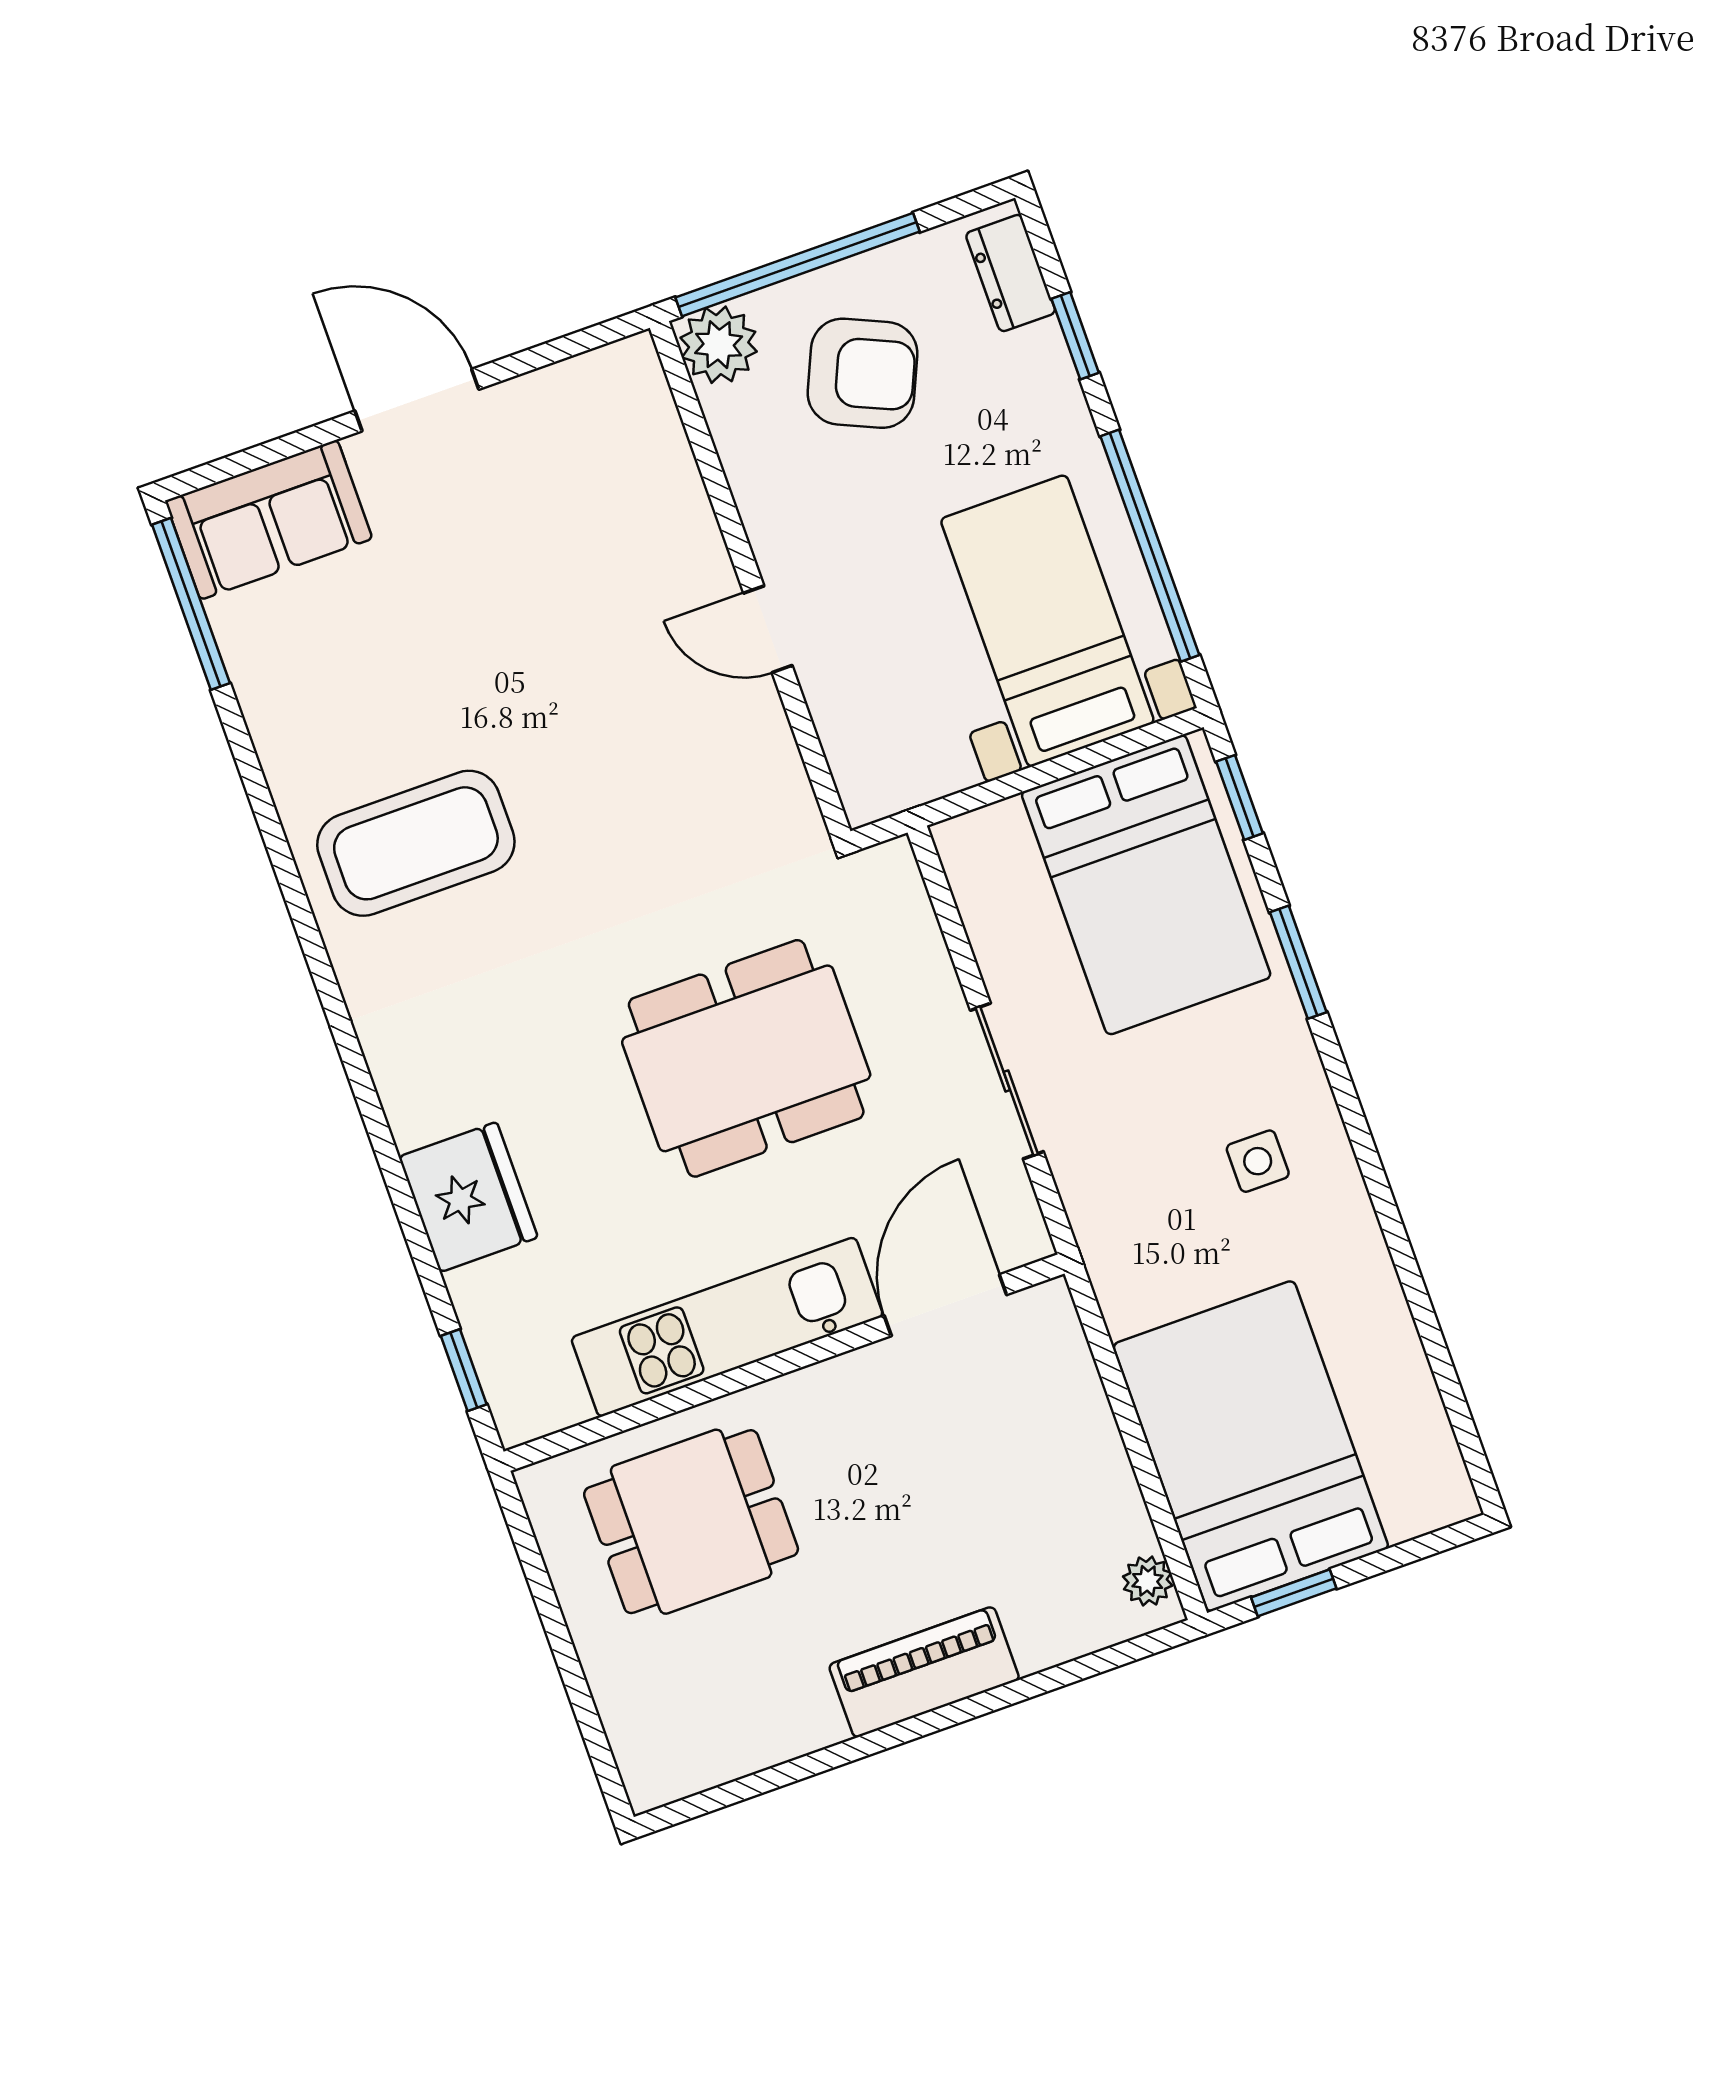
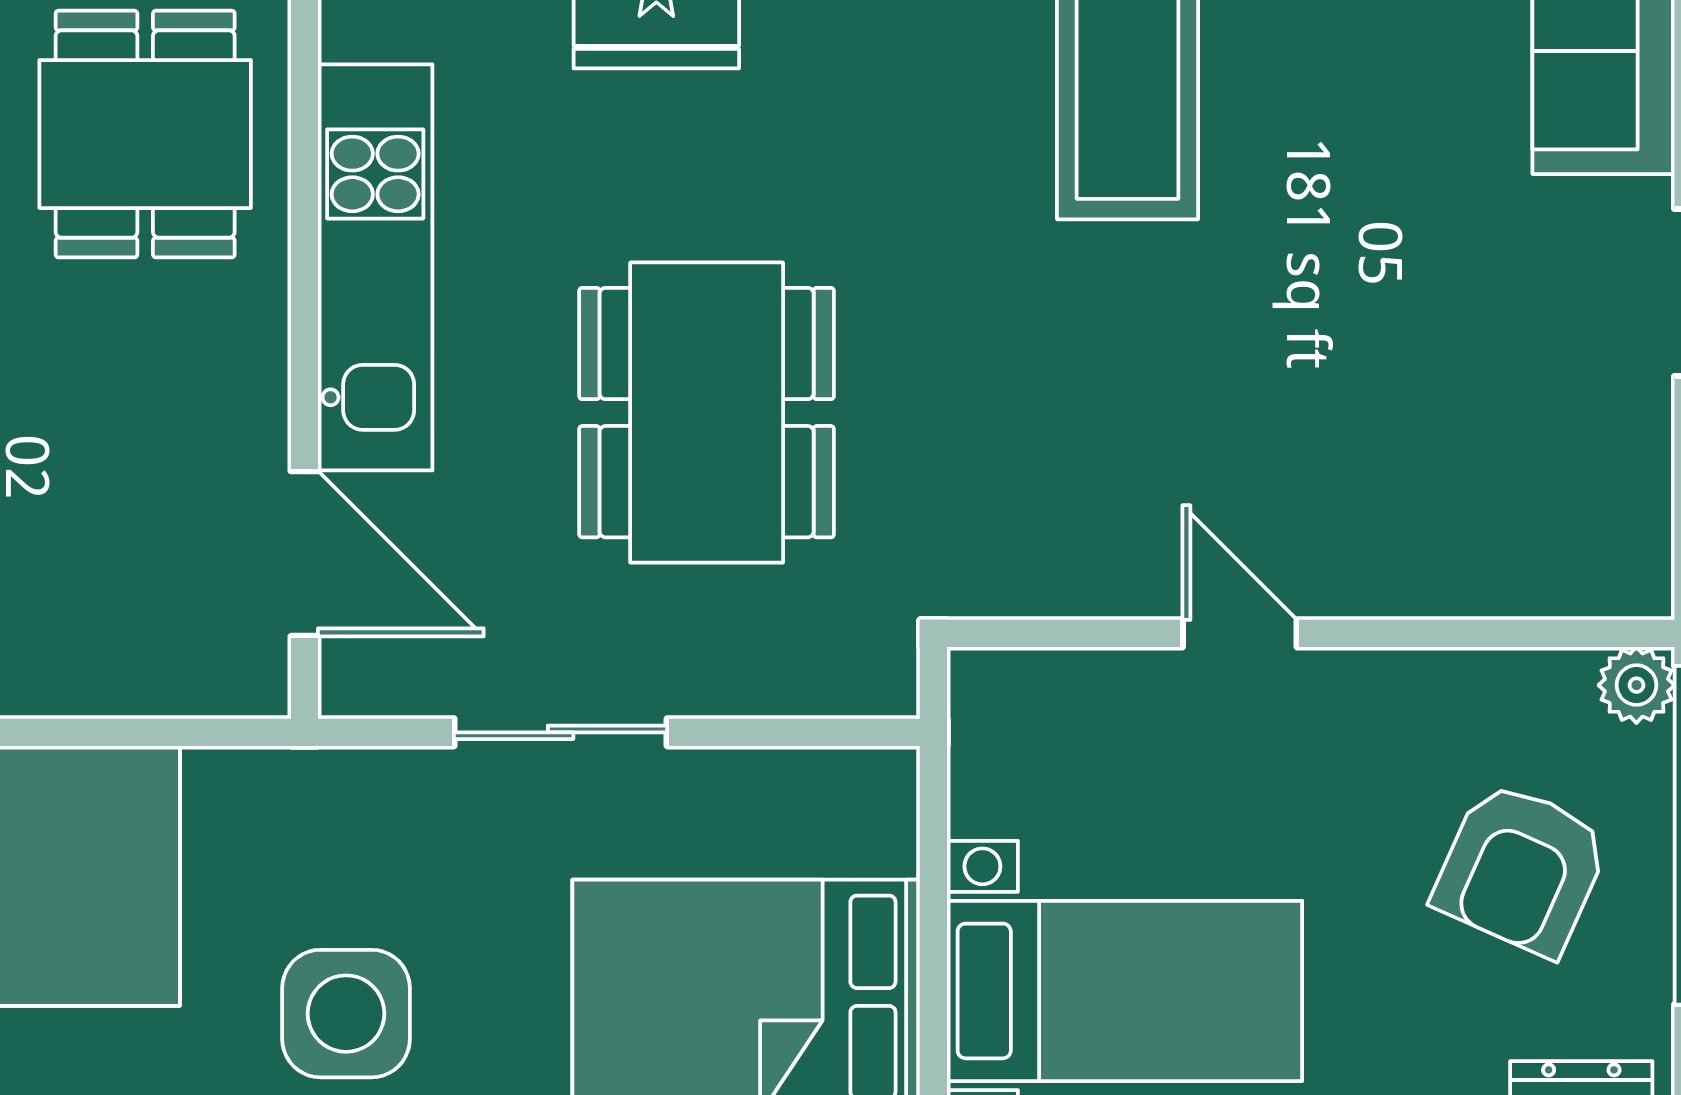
plant: (719, 345) -> (1636, 685), width x0.73, depth x0.73
door: (768, 629) -> (1240, 633), hinge flipped
side table: (1258, 1161) -> (346, 1014), width x1.87, depth x1.87

